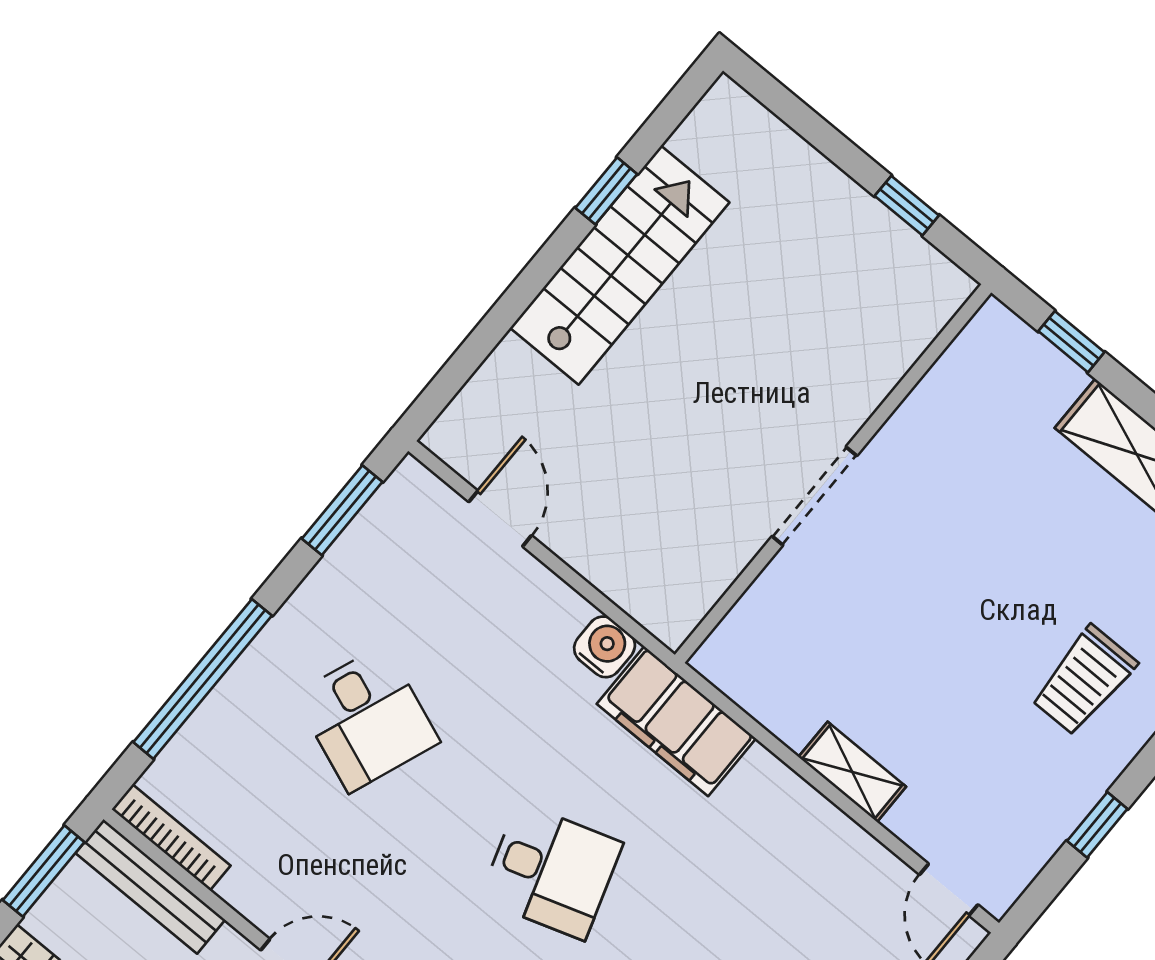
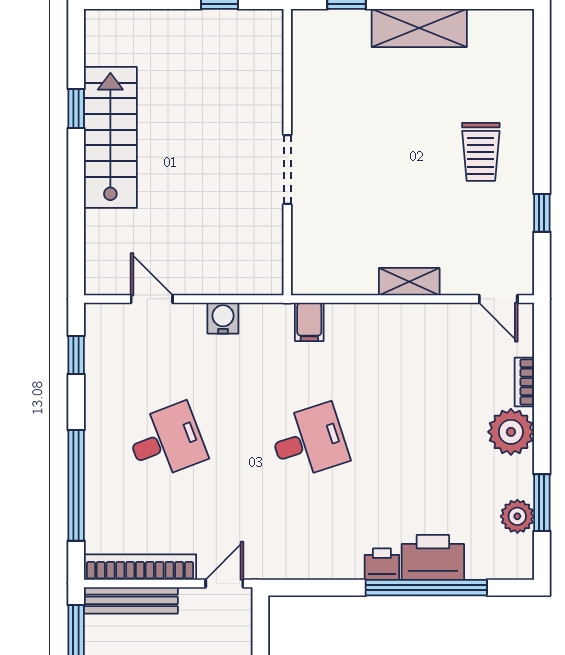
window: (342, 510) -> (76, 355), width x0.67
water cooler: (605, 647) -> (223, 318), moved
desk: (367, 718) -> (166, 441), turned -42
filing cabinet: (676, 721) -> (309, 322), width x0.33, depth x0.86
bookcase: (171, 837) -> (140, 567), width x1.48, depth x1.31

